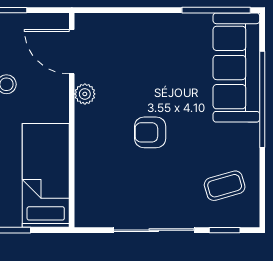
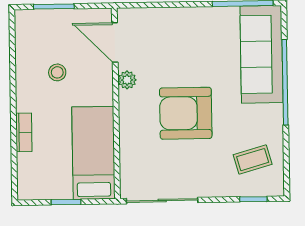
armchair: (150, 132) -> (186, 113), width x1.88, depth x1.88
sliding door: (154, 230) -> (162, 201), moved

